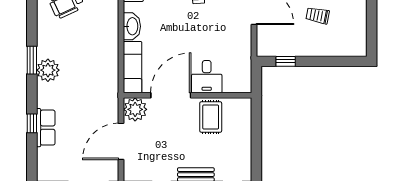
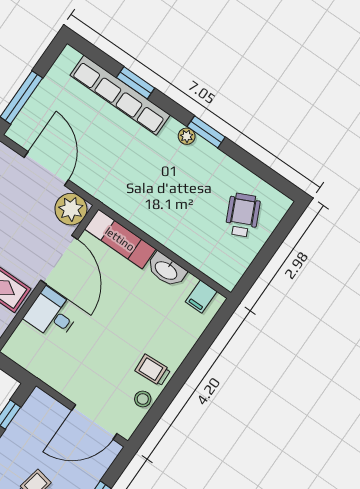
plant: (48, 70) -> (187, 136), width x0.53, depth x0.53
window: (32, 123) -> (136, 83), width x1.50
row of seats: (46, 128) -> (120, 95), width x2.02

